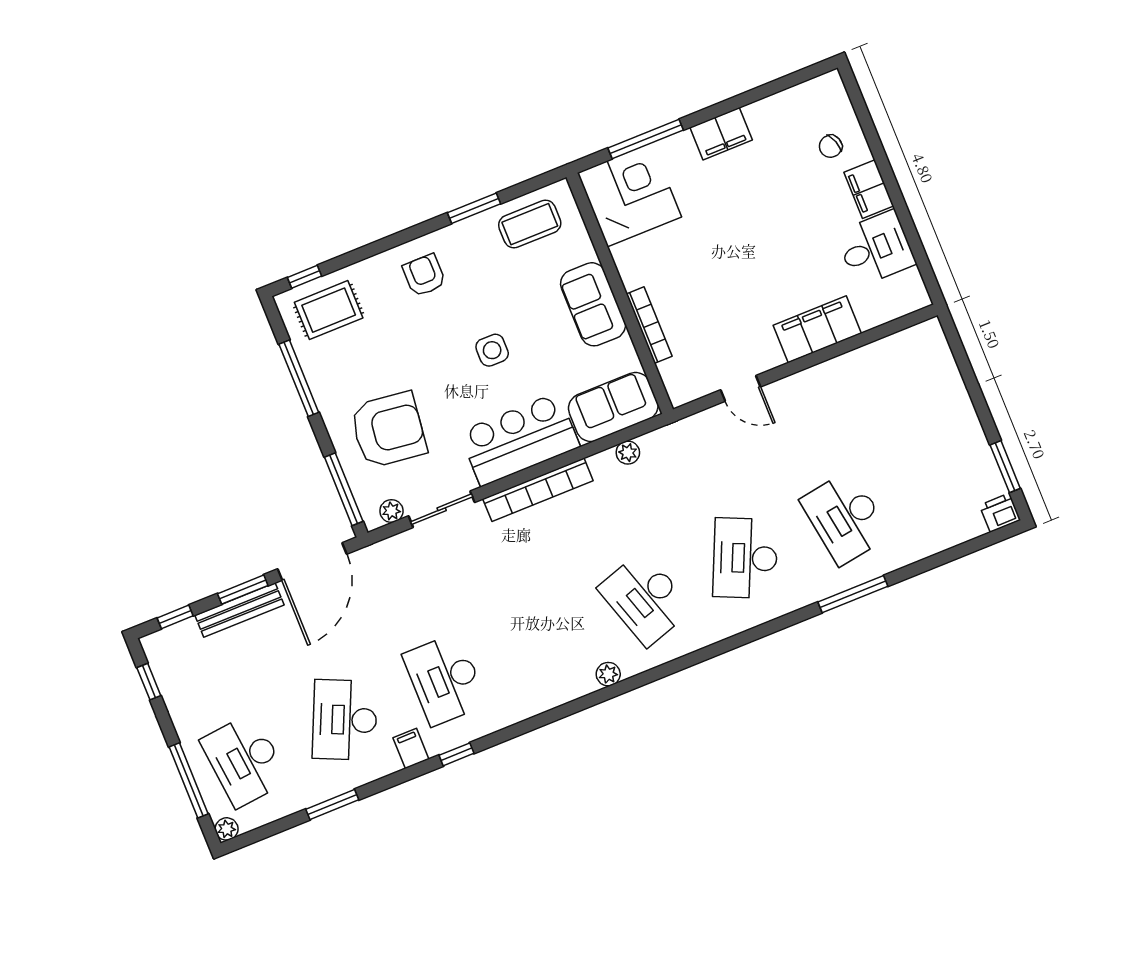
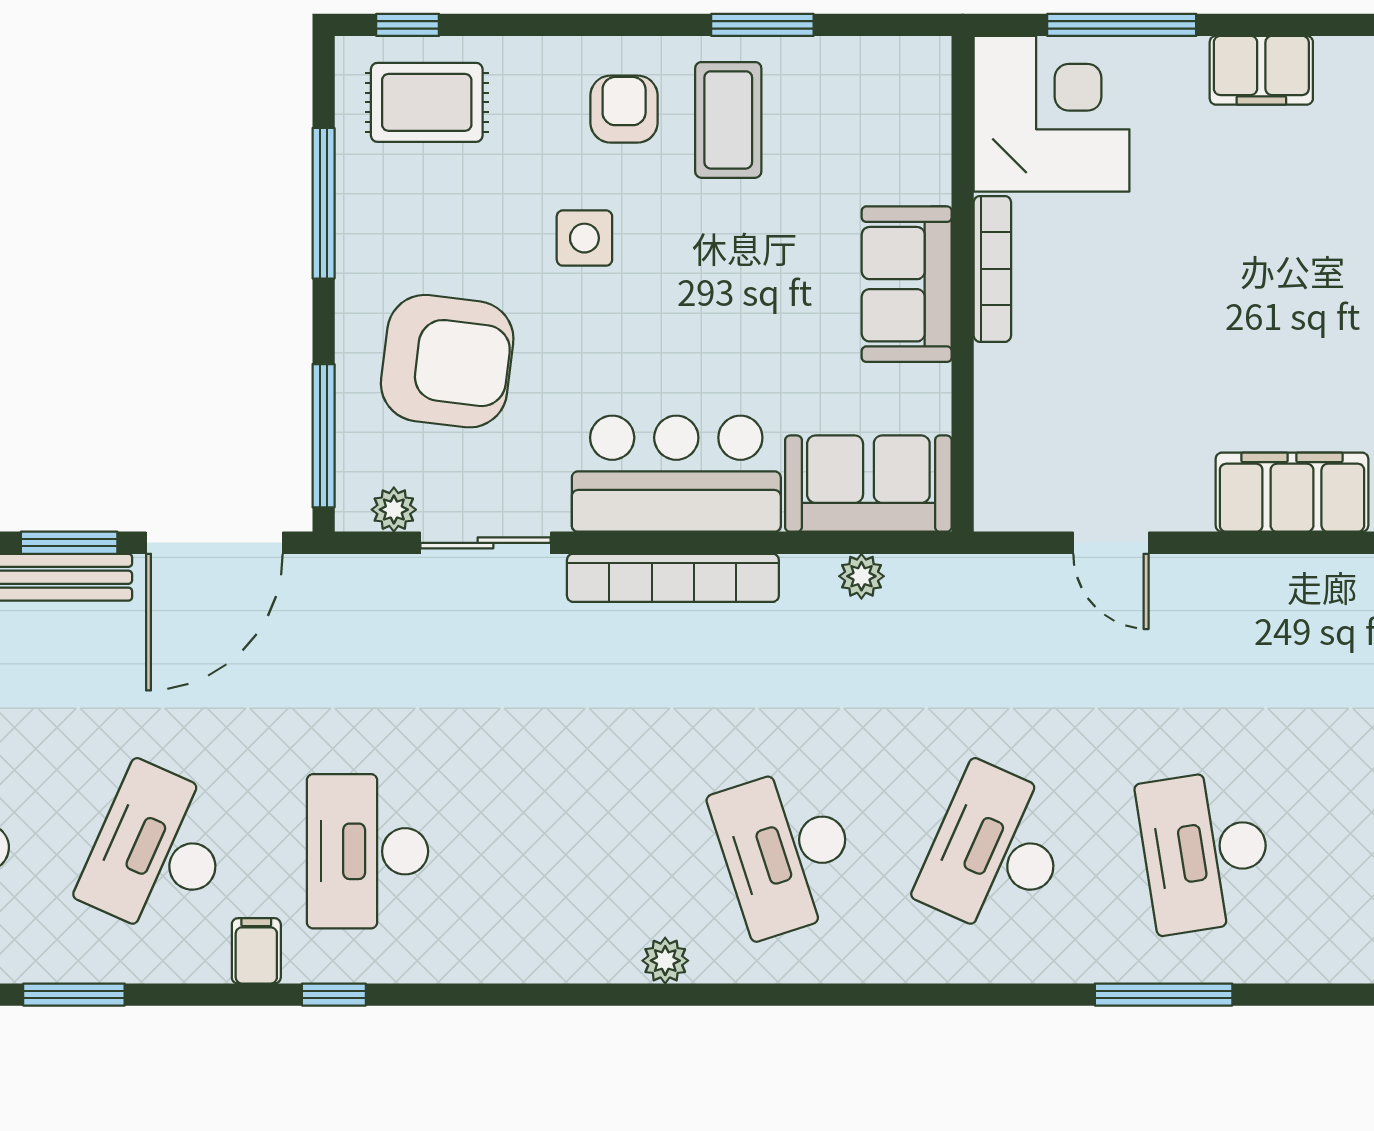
coffee table: (530, 224) -> (728, 120), moved, turned 90
bookcase: (649, 325) -> (992, 269), moved
side table: (492, 350) -> (584, 238), moved

